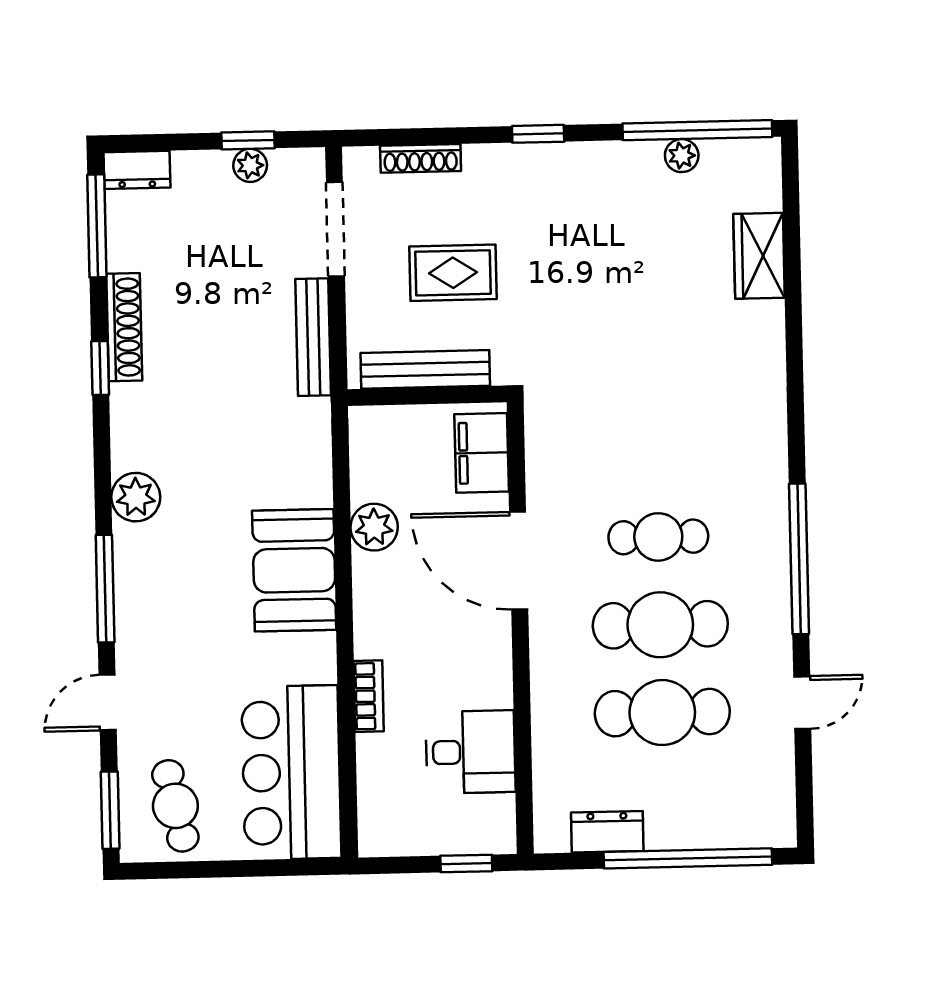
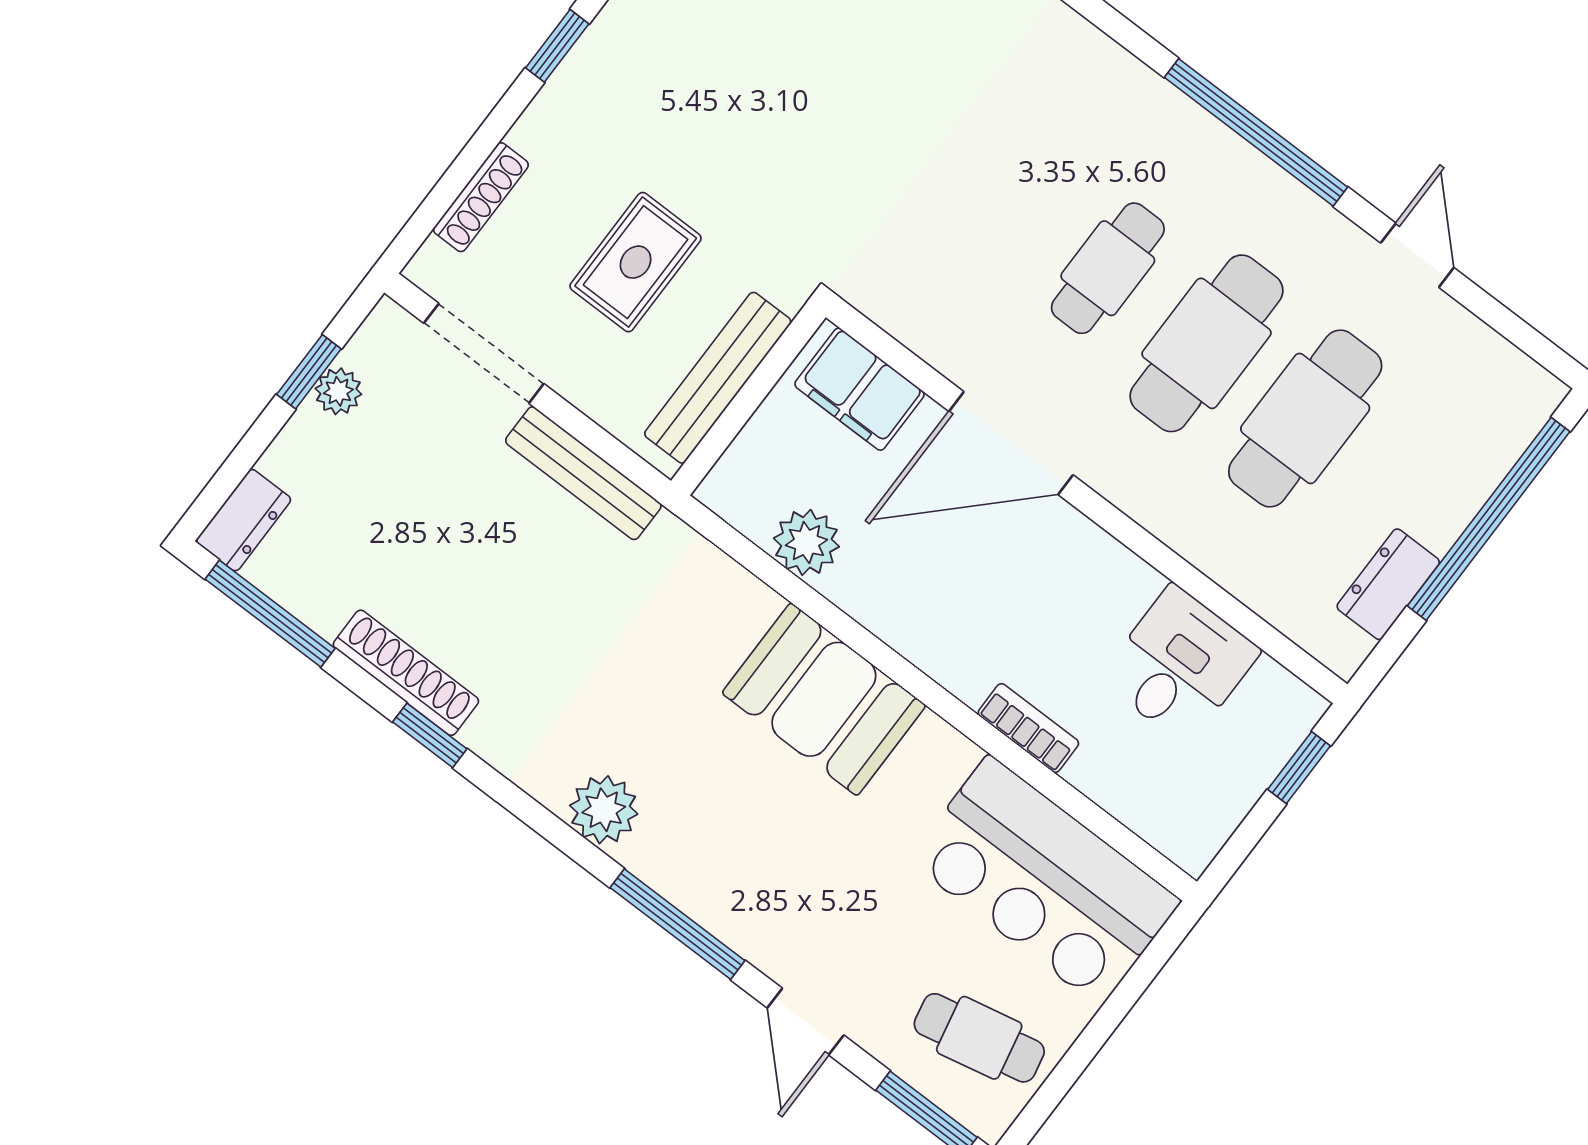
plant: (374, 527) -> (806, 542), moved

